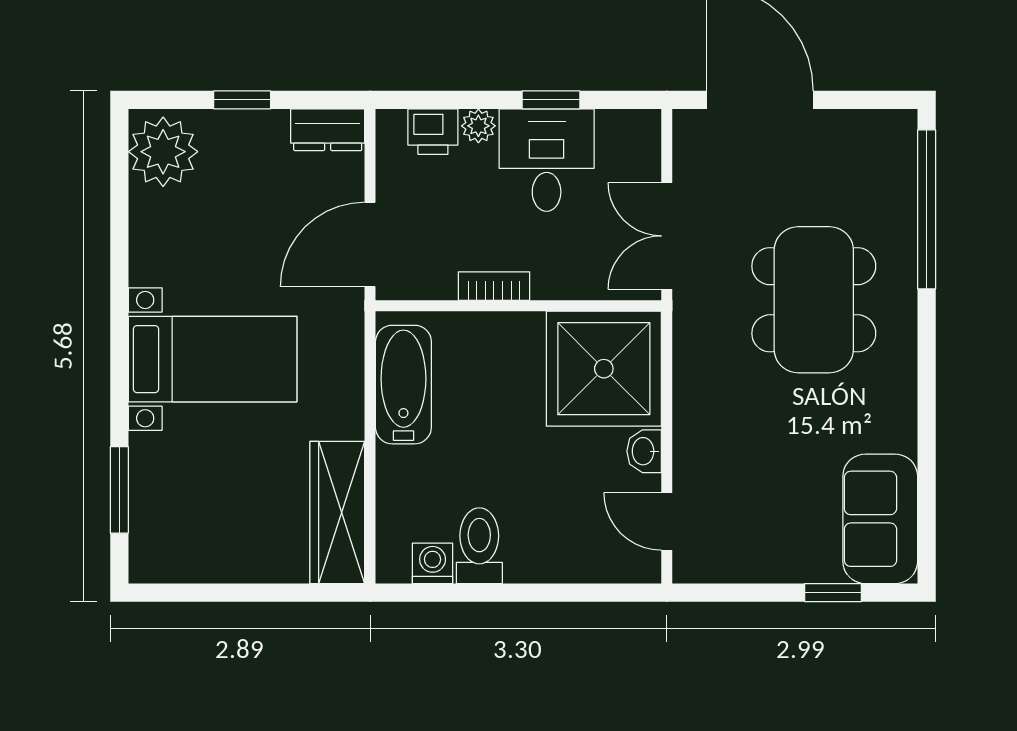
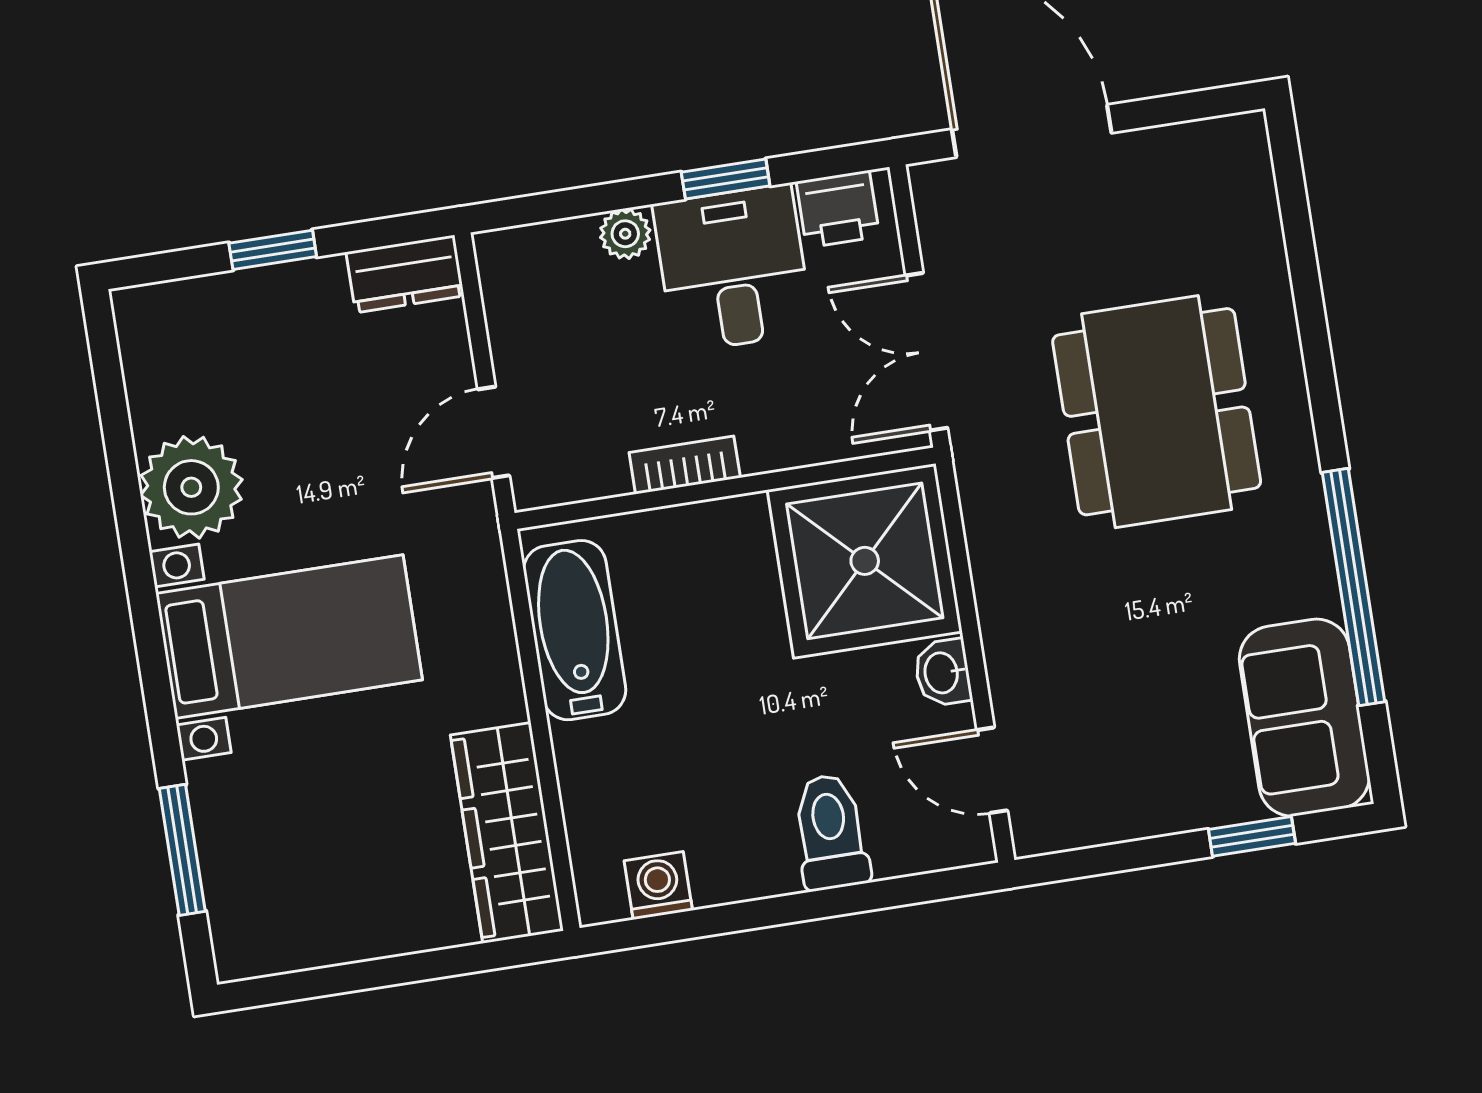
printer: (433, 132) -> (838, 209), moved
plant: (163, 152) -> (191, 487), moved
window: (927, 209) -> (1354, 587), moved
door: (370, 244) -> (494, 432), width x0.73
toilet: (479, 546) -> (831, 832), moved

